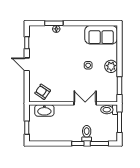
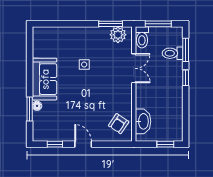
sofa: (101, 35) -> (45, 79), moved
door: (27, 64) -> (83, 144), swing flipped
plant: (111, 66) -> (118, 35), moved
double door: (85, 103) -> (134, 68), swing flipped
toilet: (87, 133) -> (173, 53), moved

